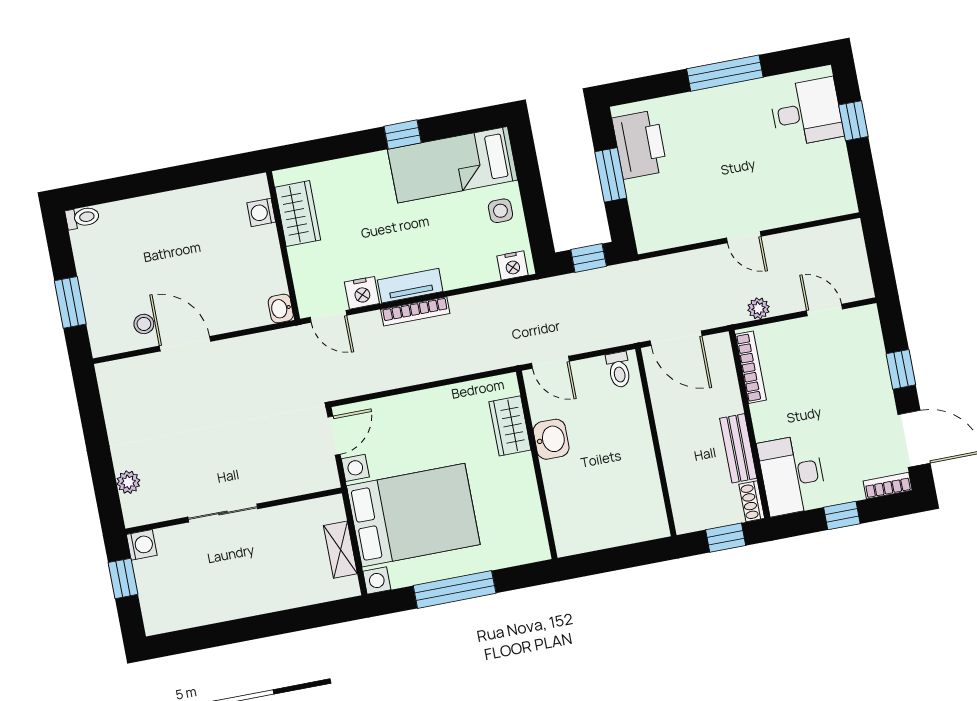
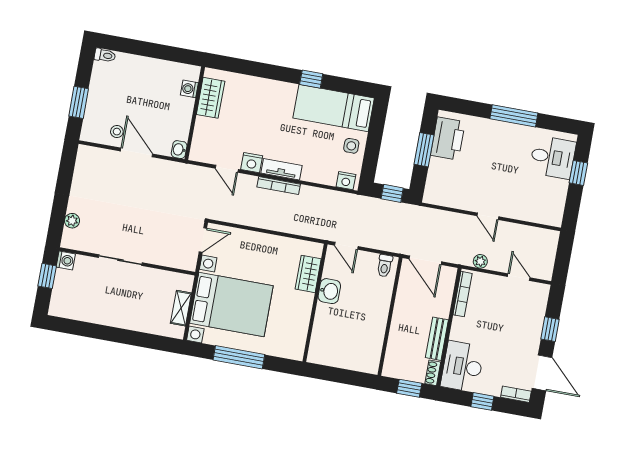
washing machine: (261, 212) -> (189, 89), moved
wardrobe: (298, 214) -> (211, 98), moved
wall: (283, 246) -> (195, 113), moved
washbasin: (281, 308) -> (179, 150), moved

